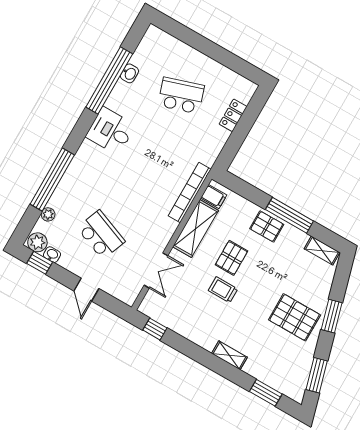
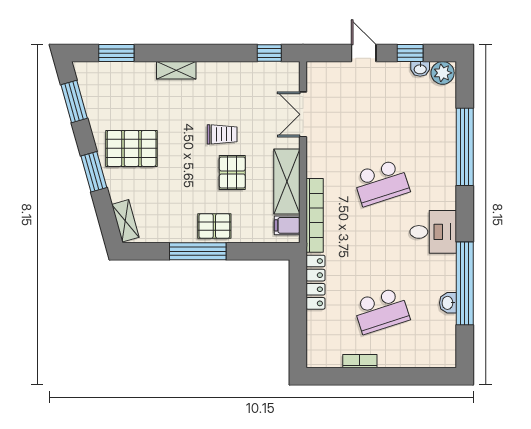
bookcase: (218, 68) -> (360, 361), added
locker: (233, 115) -> (316, 282), moved, width x1.53
plant: (48, 214) -> (448, 108), removed
school desk: (101, 235) -> (381, 183), moved, turned -39
shelving: (322, 251) -> (125, 221), moved, turned 74
window: (40, 263) -> (410, 53), moved

